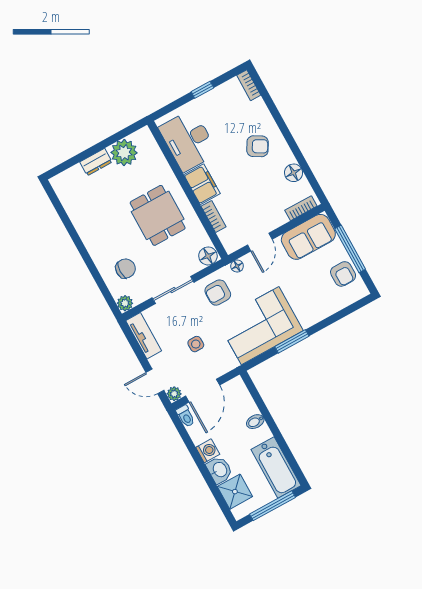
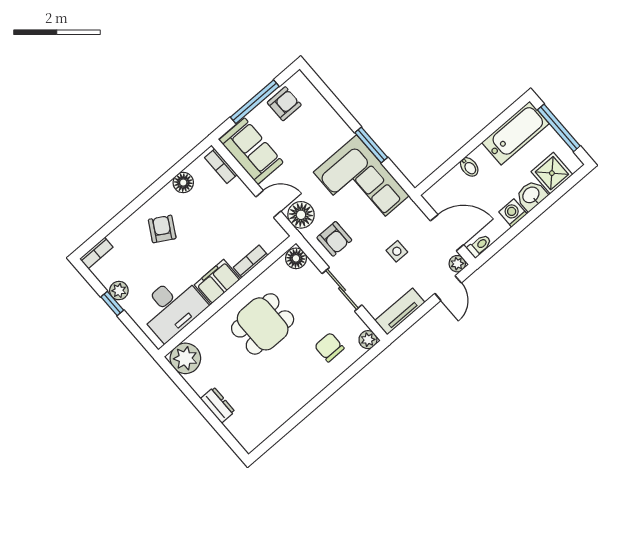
plant: (212, 98) -> (119, 291), added
plant: (124, 153) -> (185, 358), moved
floor lamp: (237, 266) -> (301, 215), width x1.89, depth x1.89

